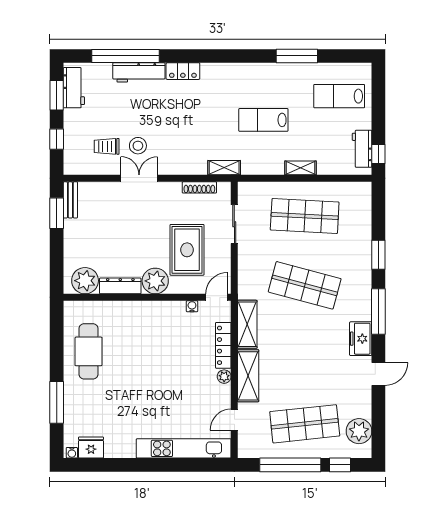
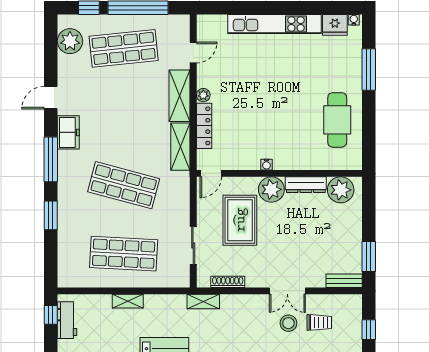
bench: (70, 200) -> (344, 281), moved, turned 90
water cooler: (192, 306) -> (267, 165), moved
kitchen unit: (184, 448) -> (274, 24), moved

